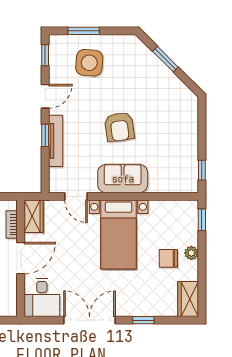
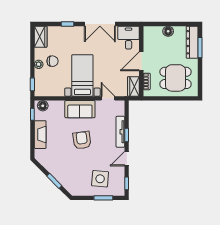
fireplace: (189, 136) -> (40, 135), added
floor lamp: (185, 184) -> (43, 106), added

